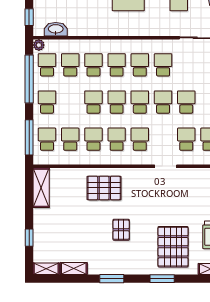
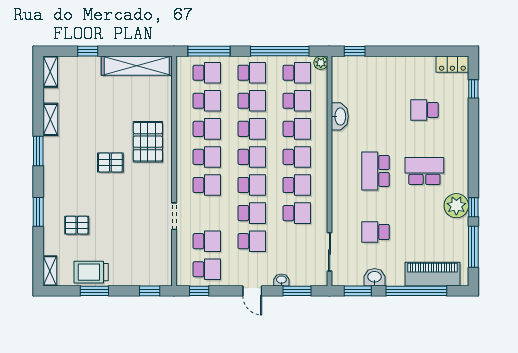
washbasin: (56, 29) -> (340, 116), moved
school desk: (70, 102) -> (252, 101), added
shelving: (41, 188) -> (137, 66), width x1.47
pallet: (121, 230) -> (110, 163), moved
pallet: (173, 247) -> (77, 225), width x0.49, depth x0.50
shelving: (74, 269) -> (50, 119), moved

